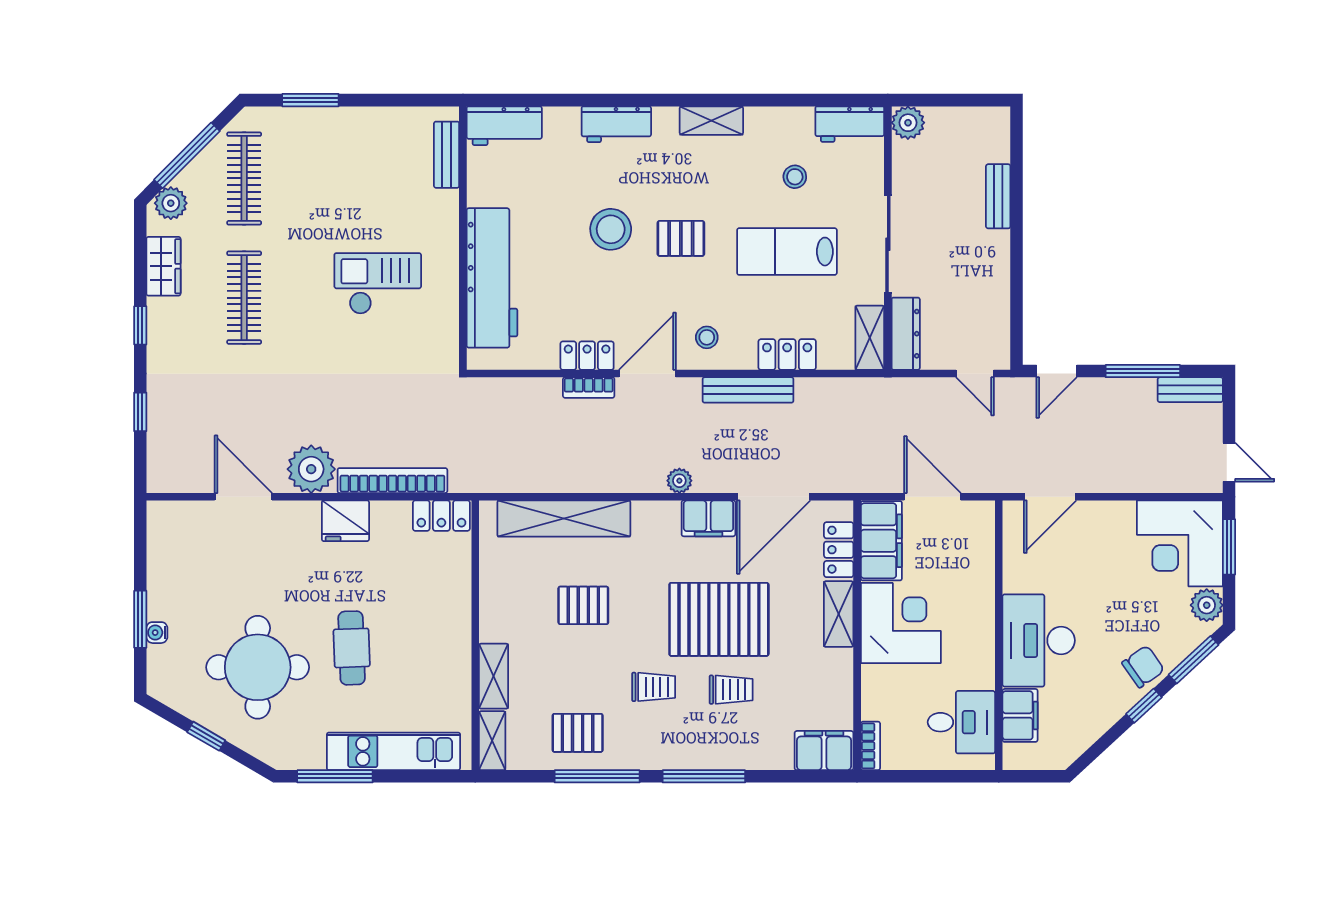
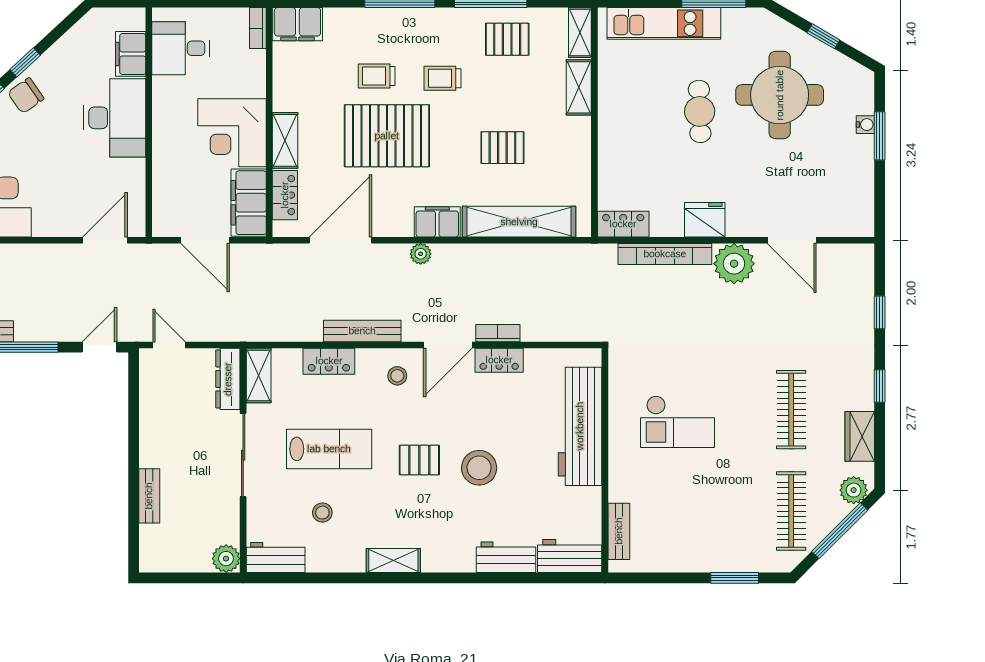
workbench: (616, 124) -> (506, 557), moved
filing cabinet: (708, 518) -> (437, 222), moved

